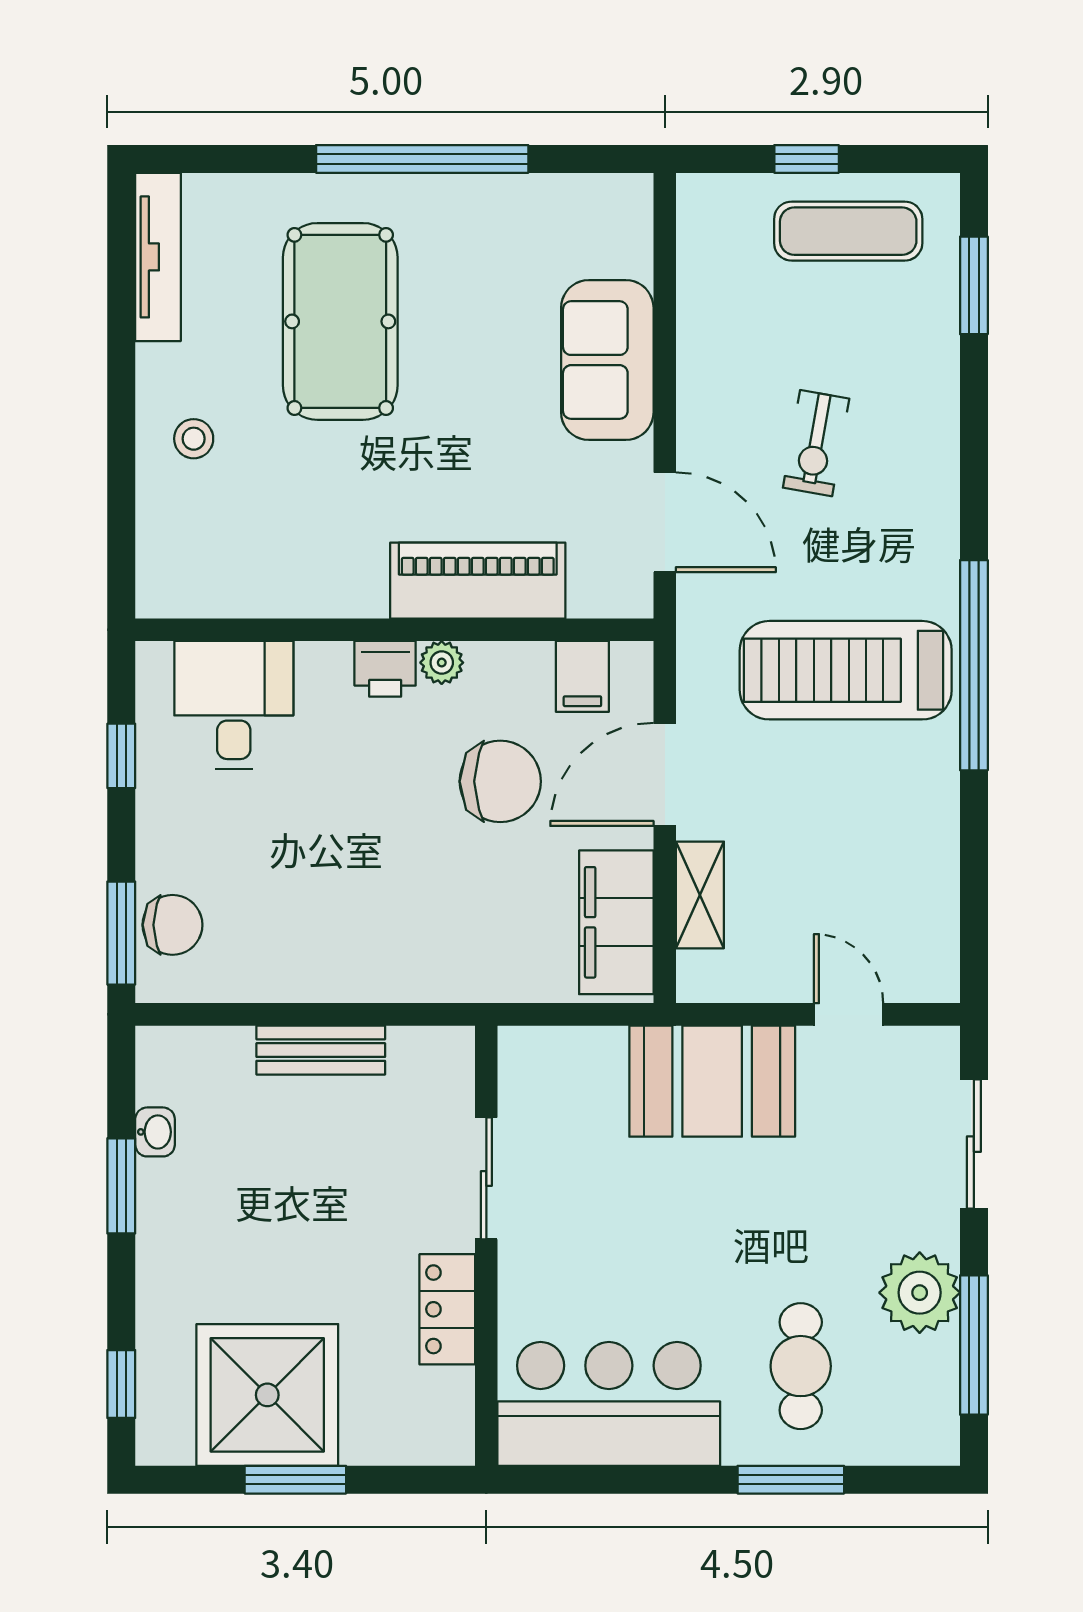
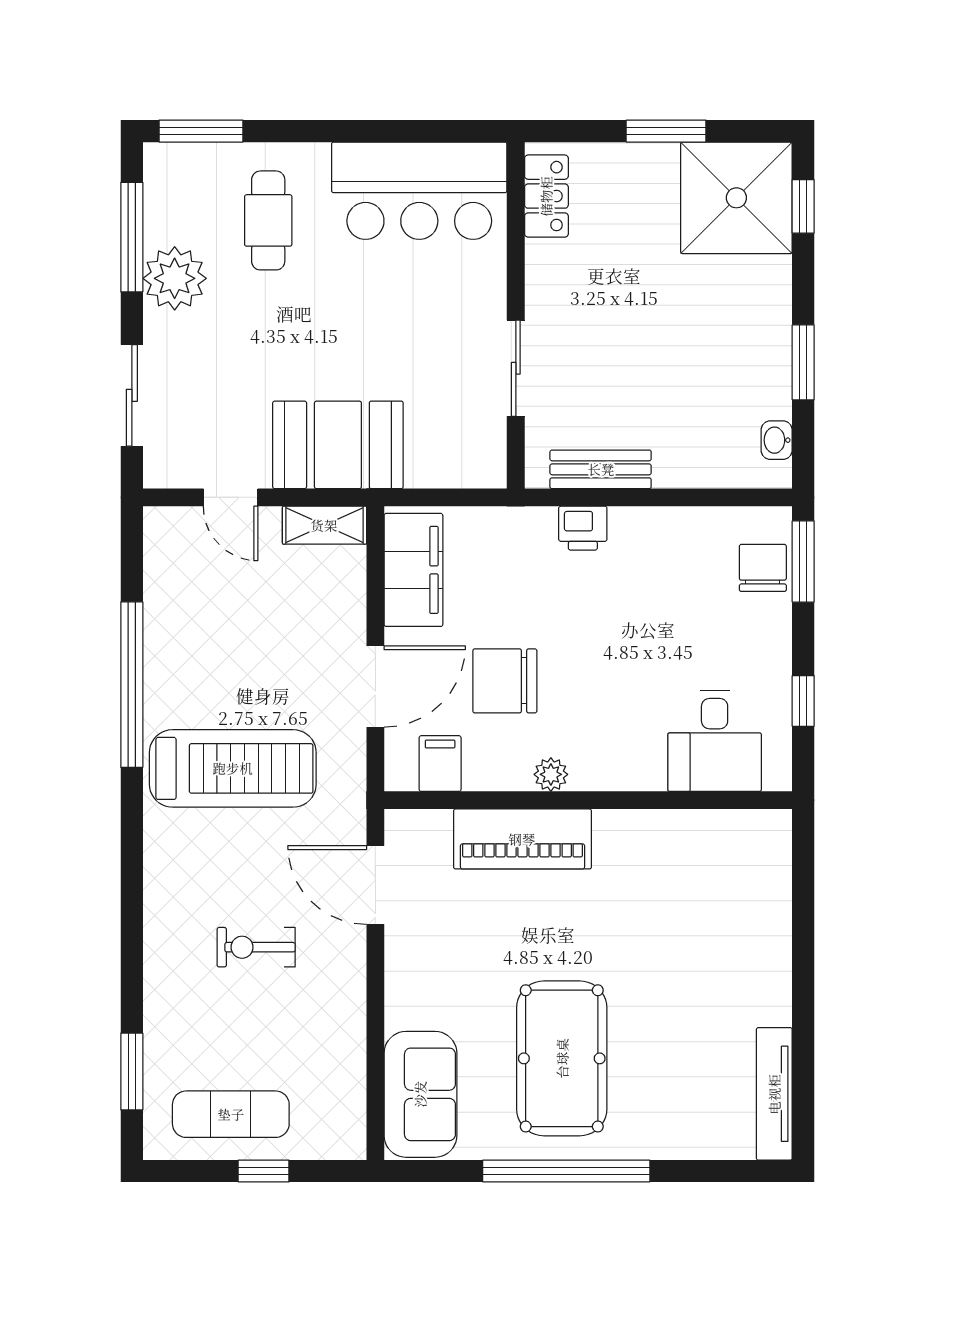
pool table: (340, 321) -> (562, 1058), moved
sofa: (607, 360) -> (420, 1094), moved
stool: (194, 439) -> (746, 951), removed
exercise bike: (816, 443) -> (256, 947), turned -100
window: (974, 665) -> (132, 685), moved
printer: (385, 669) -> (583, 528), moved, turned 180
shelving: (700, 895) -> (324, 525), moved, turned 90
chair: (172, 925) -> (763, 568), turned 90
bench: (321, 1050) -> (601, 469), moved
washbasin: (155, 1132) -> (777, 440), moved
locker: (447, 1309) -> (546, 196), moved
shower: (267, 1395) -> (736, 198), moved
window: (791, 1480) -> (201, 131), moved

